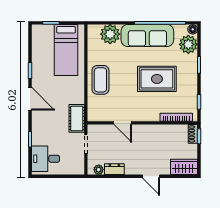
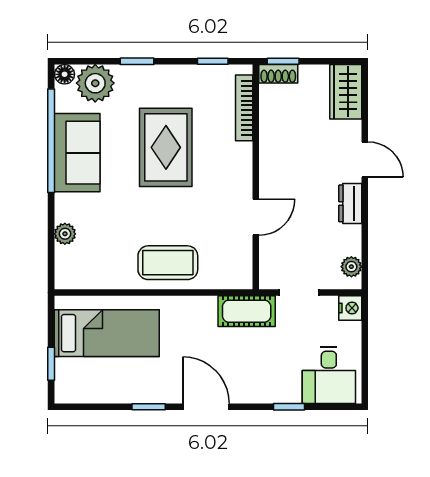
plant: (110, 34) -> (65, 234), width x0.53, depth x0.53
sofa: (147, 36) -> (77, 153), width x0.73
door: (30, 99) -> (206, 407), hinge flipped
nightstand: (78, 169) -> (350, 308), added
dresser: (114, 169) -> (350, 203), moved
door: (151, 176) -> (365, 159), hinge flipped

